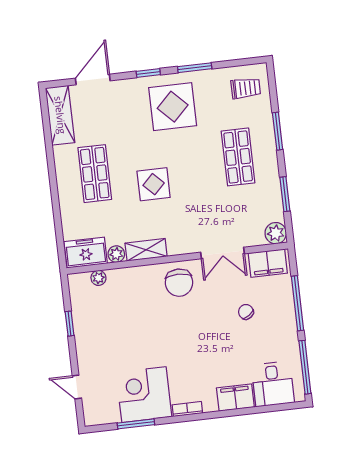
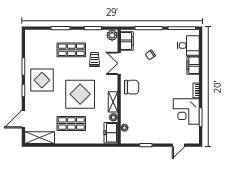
door: (93, 79) -> (23, 119), hinge flipped
trolley: (246, 88) -> (94, 60), moved
display table: (154, 184) -> (80, 94), width x1.86, depth x1.86
double door: (222, 253) -> (119, 63), swing flipped

